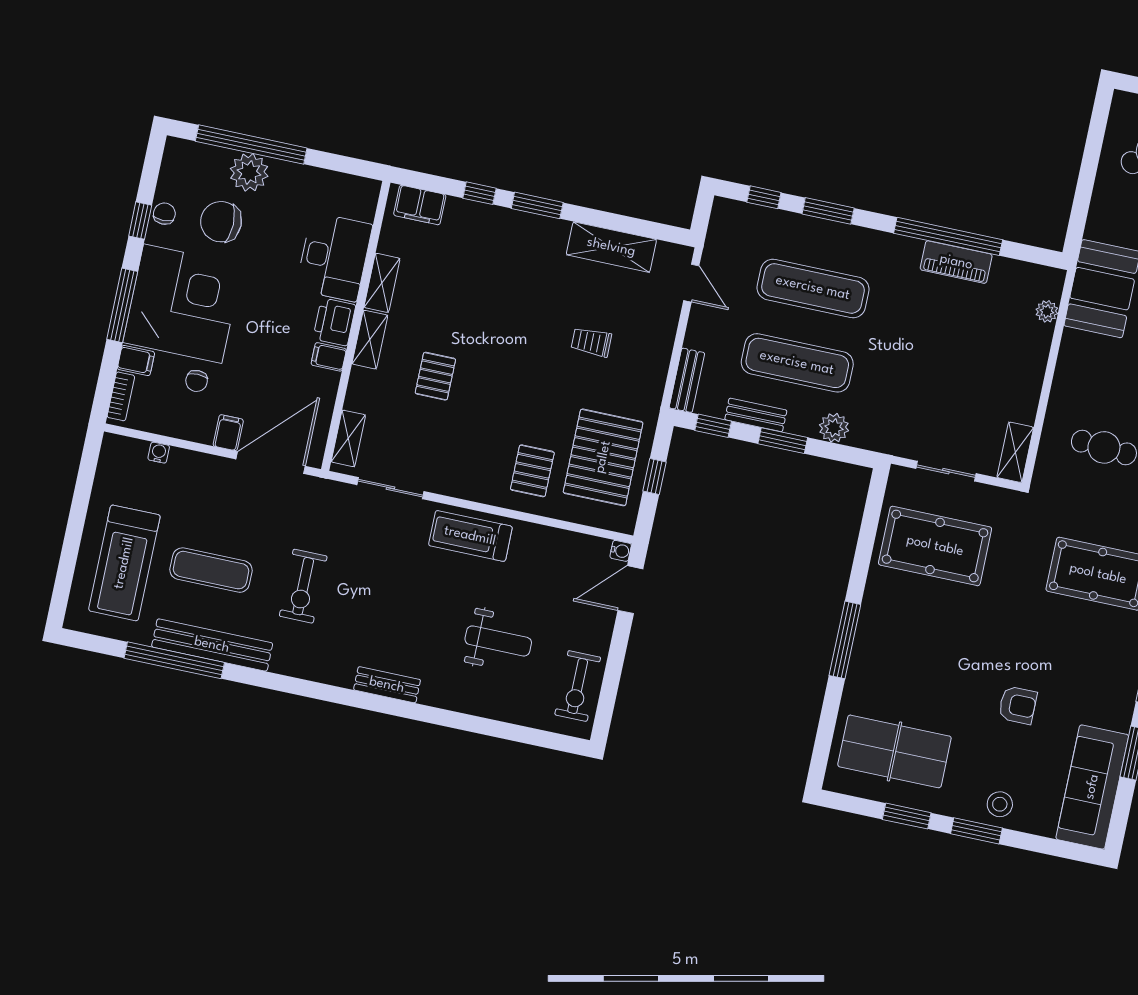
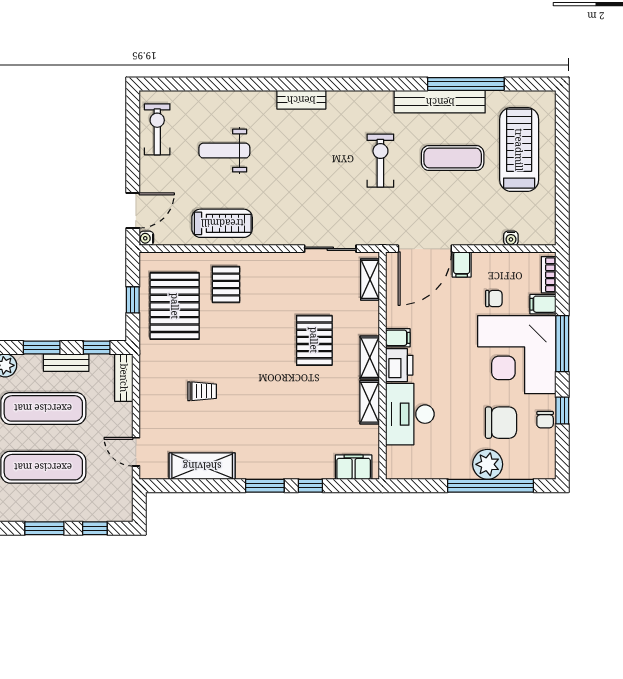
pallet: (435, 376) -> (314, 340), width x1.50, depth x1.42
chair: (197, 381) -> (494, 299), turned 90
treadmill: (470, 536) -> (222, 223), moved

